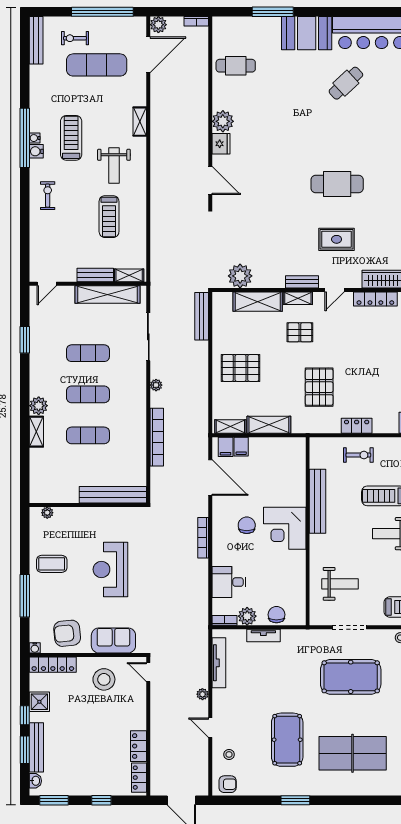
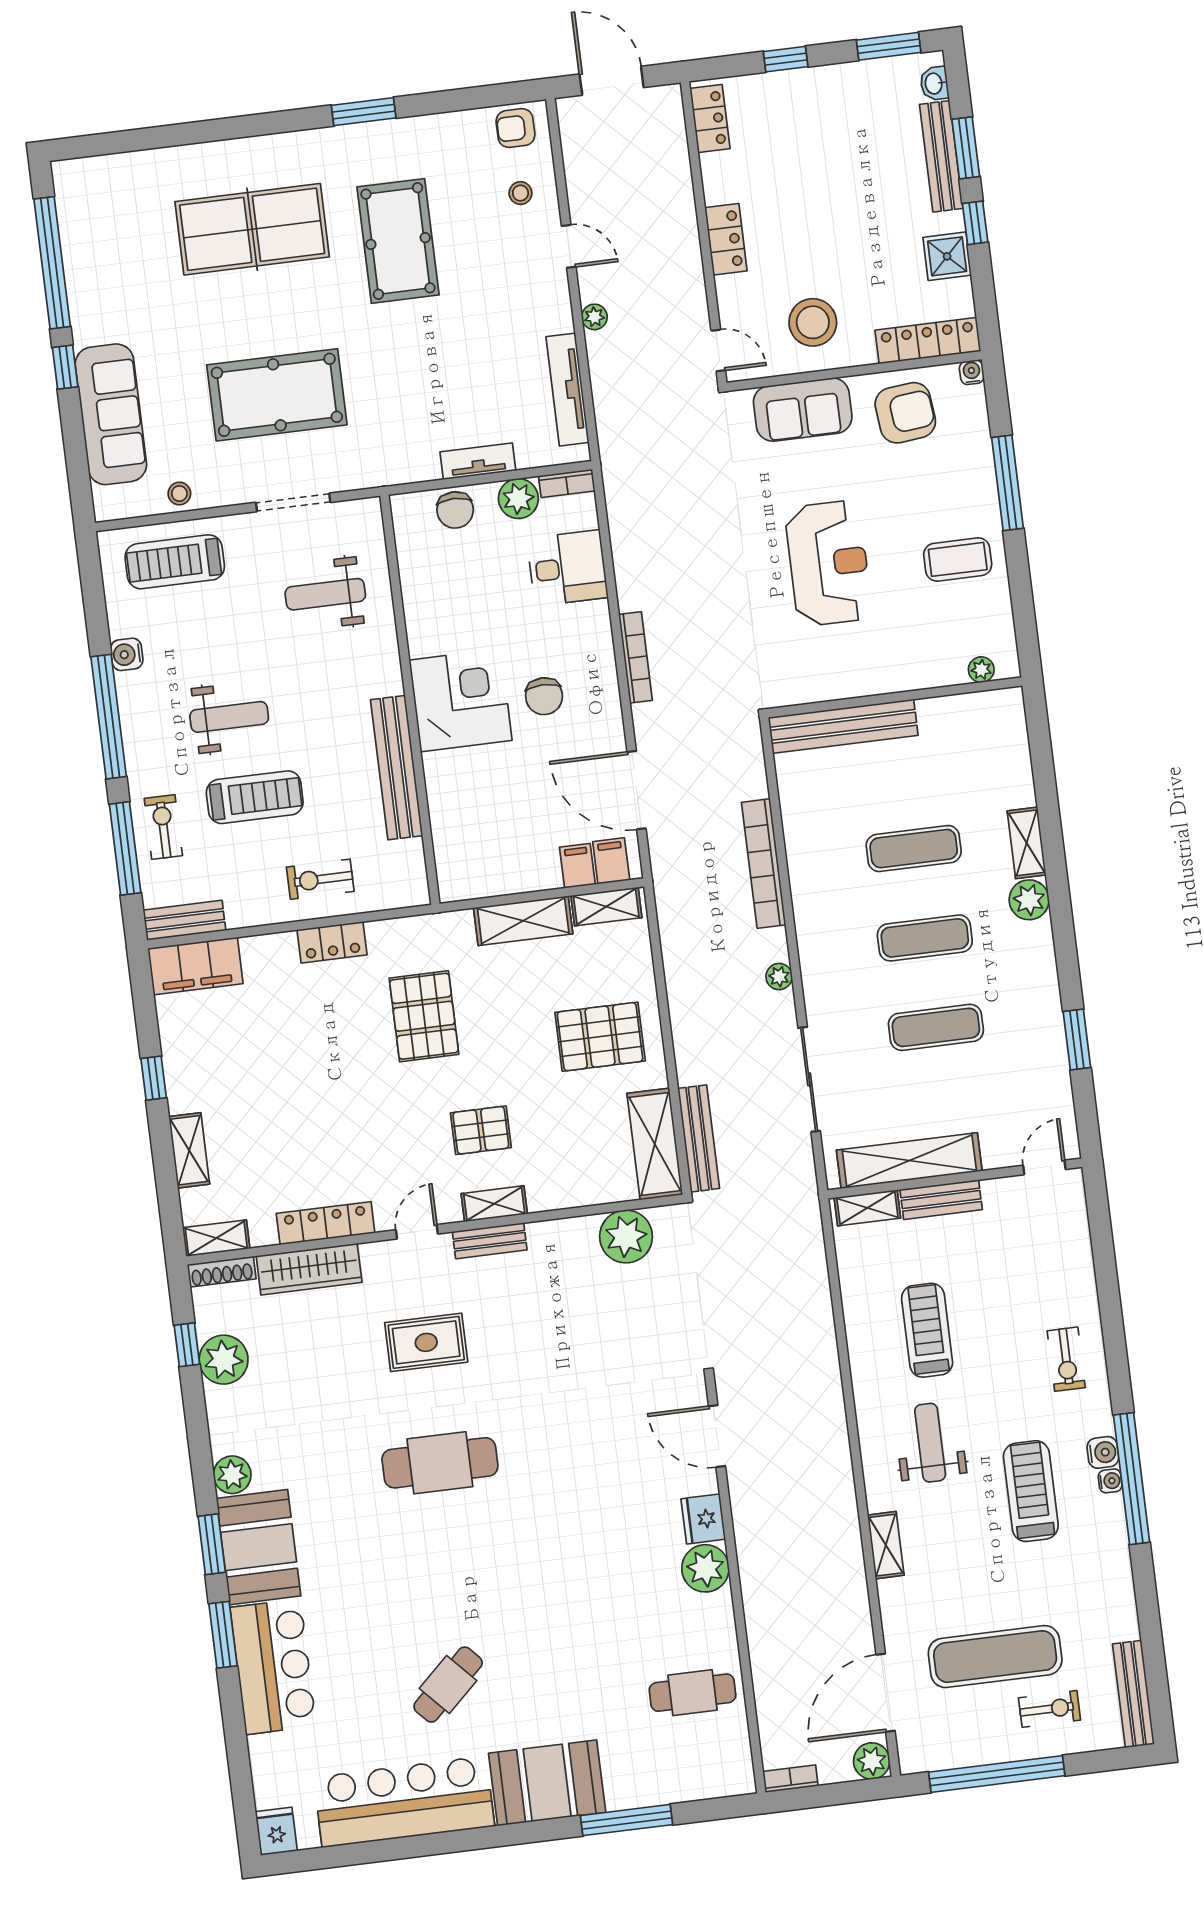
treadmill: (71, 138) -> (1031, 1491), turned 180
shelving: (258, 302) -> (655, 1144), moved, turned 90
locker: (139, 746) -> (726, 239), moved

